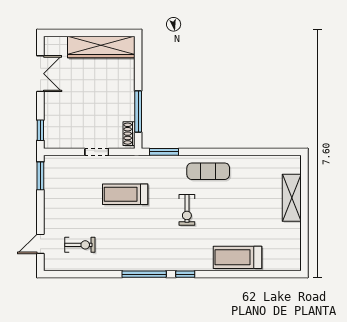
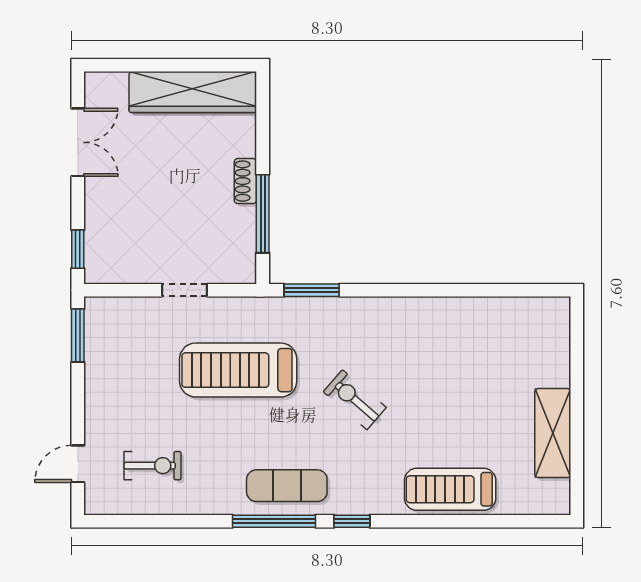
shoe rack: (129, 134) -> (245, 181), moved
exercise mat: (208, 171) -> (287, 486), moved
treadmill: (125, 194) -> (238, 370), width x1.37, depth x1.38
shelving: (292, 198) -> (553, 433), moved
exercise bike: (187, 210) -> (355, 400), turned 131

